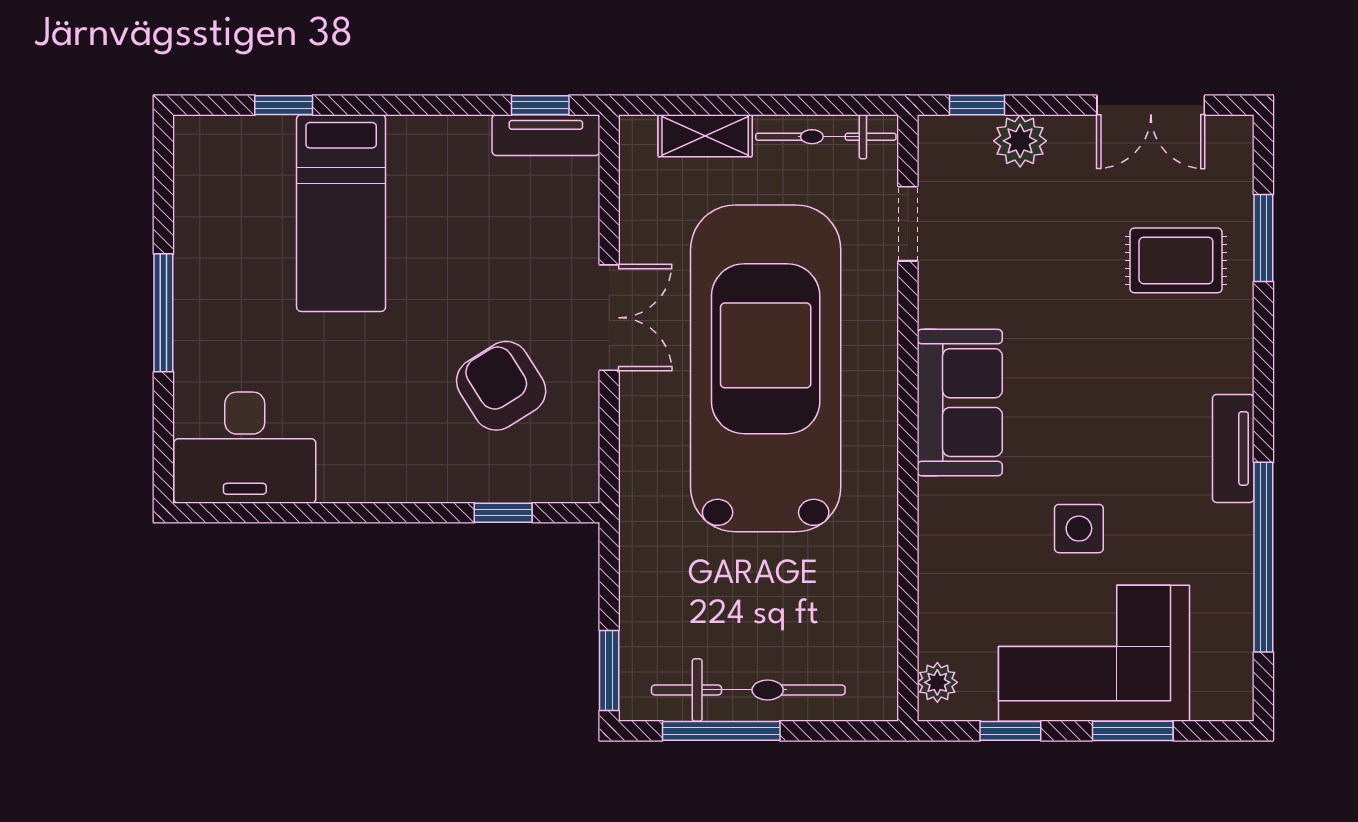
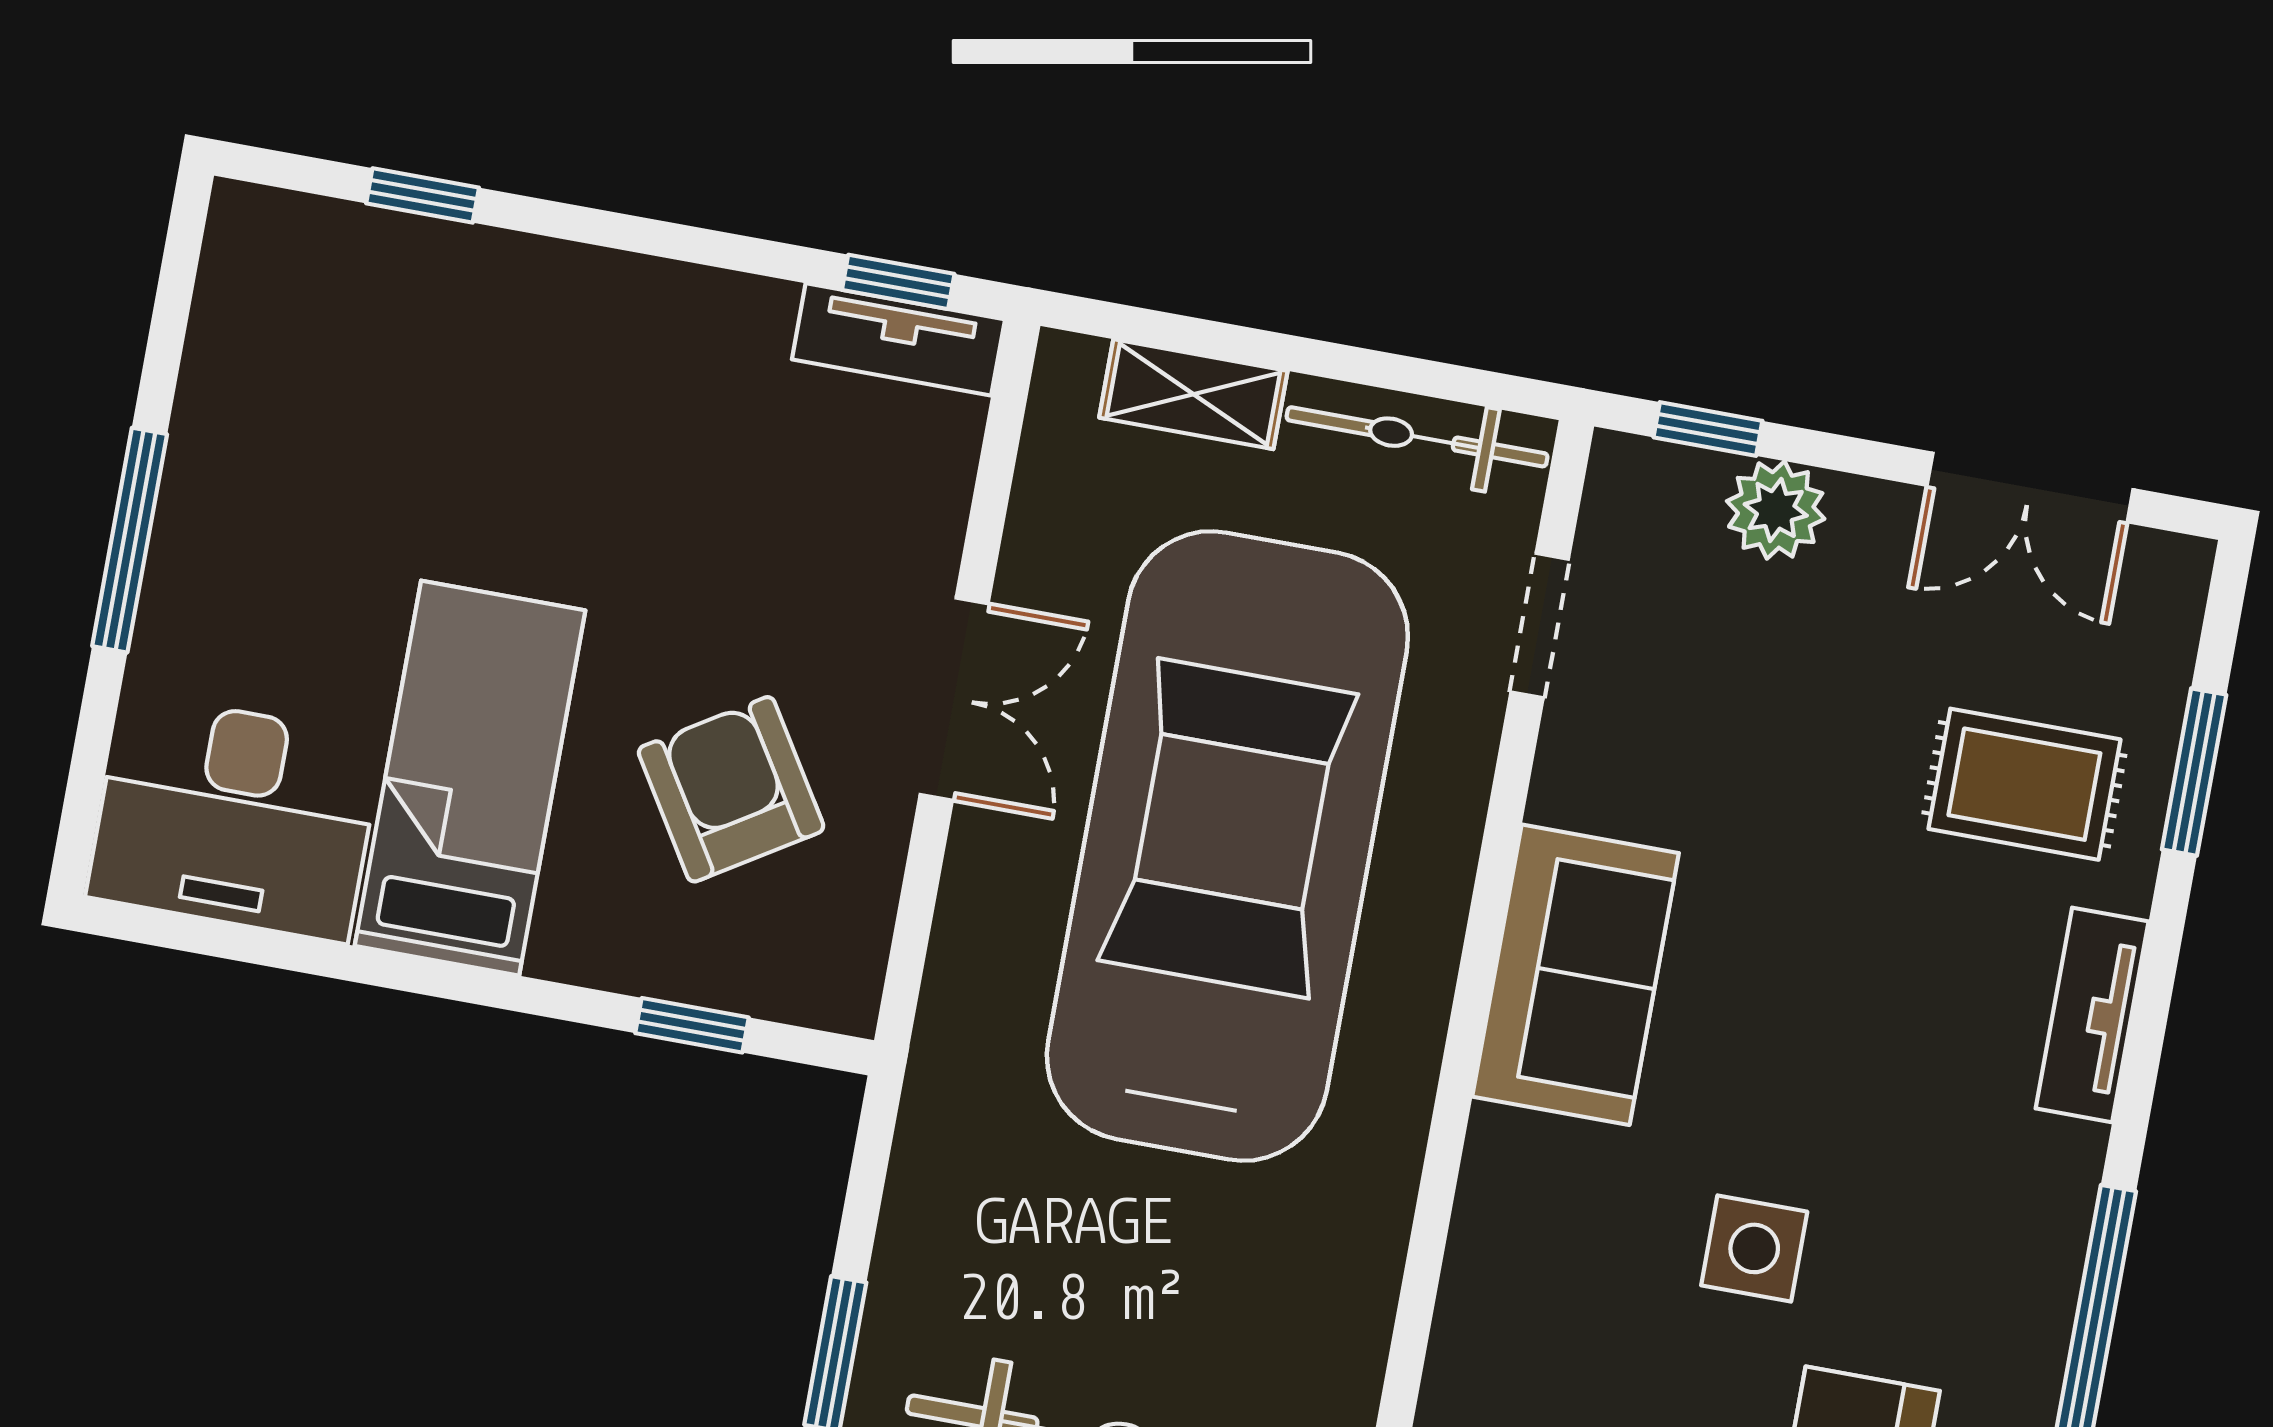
bed: (341, 213) -> (470, 778), moved, turned 180
tv unit: (1233, 448) -> (2092, 1015), moved

